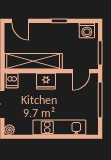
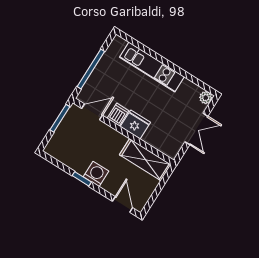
washing machine: (87, 30) -> (96, 174), moved
shelving: (33, 61) -> (145, 160), width x0.68
dishwasher: (12, 80) -> (118, 114), moved

